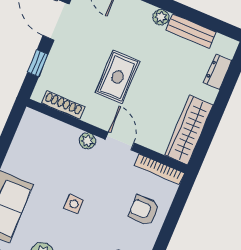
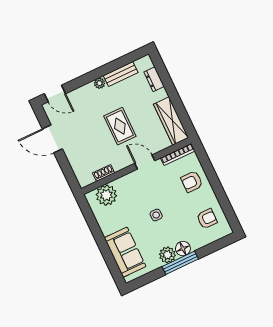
window: (38, 63) -> (66, 168), removed
rug: (118, 77) -> (120, 126), moved
shoe rack: (63, 105) -> (104, 173), width x0.70
plant: (87, 141) -> (106, 195), moved, width x1.87, depth x1.87

